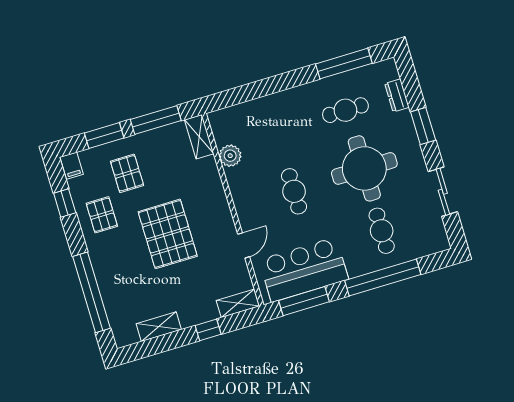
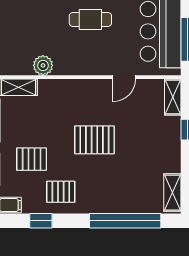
pallet: (168, 234) -> (94, 140), width x0.73, depth x0.71
door: (244, 245) -> (124, 77), swing flipped
shelving: (159, 327) -> (172, 193), moved

